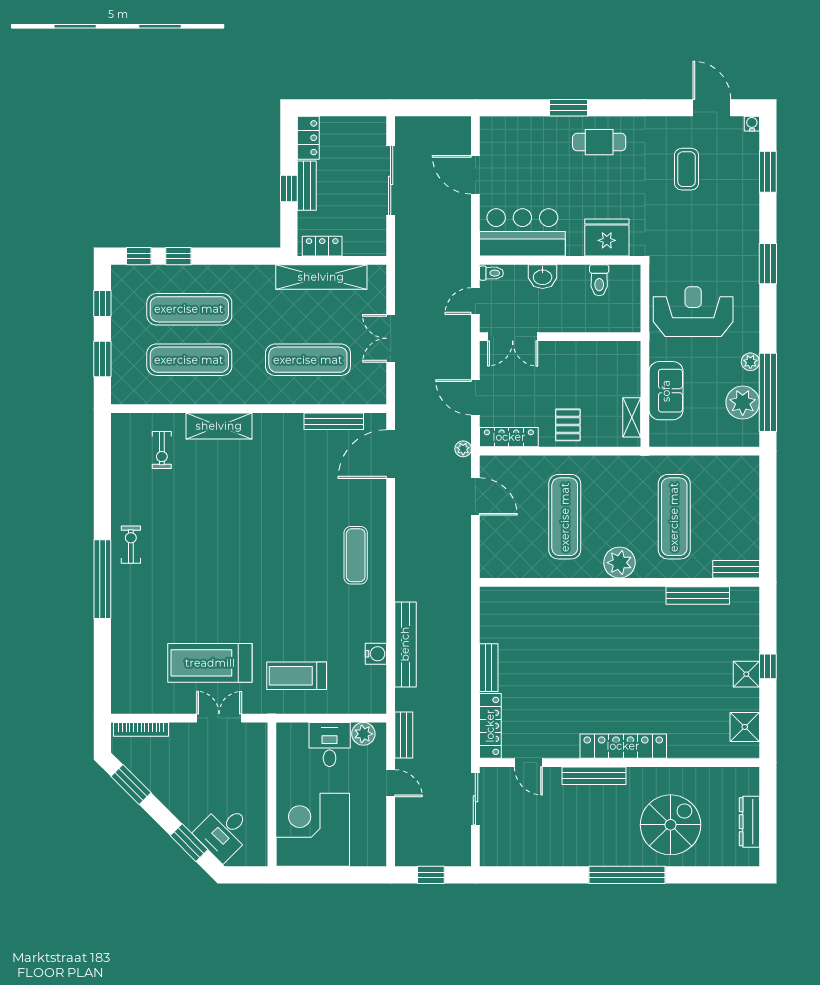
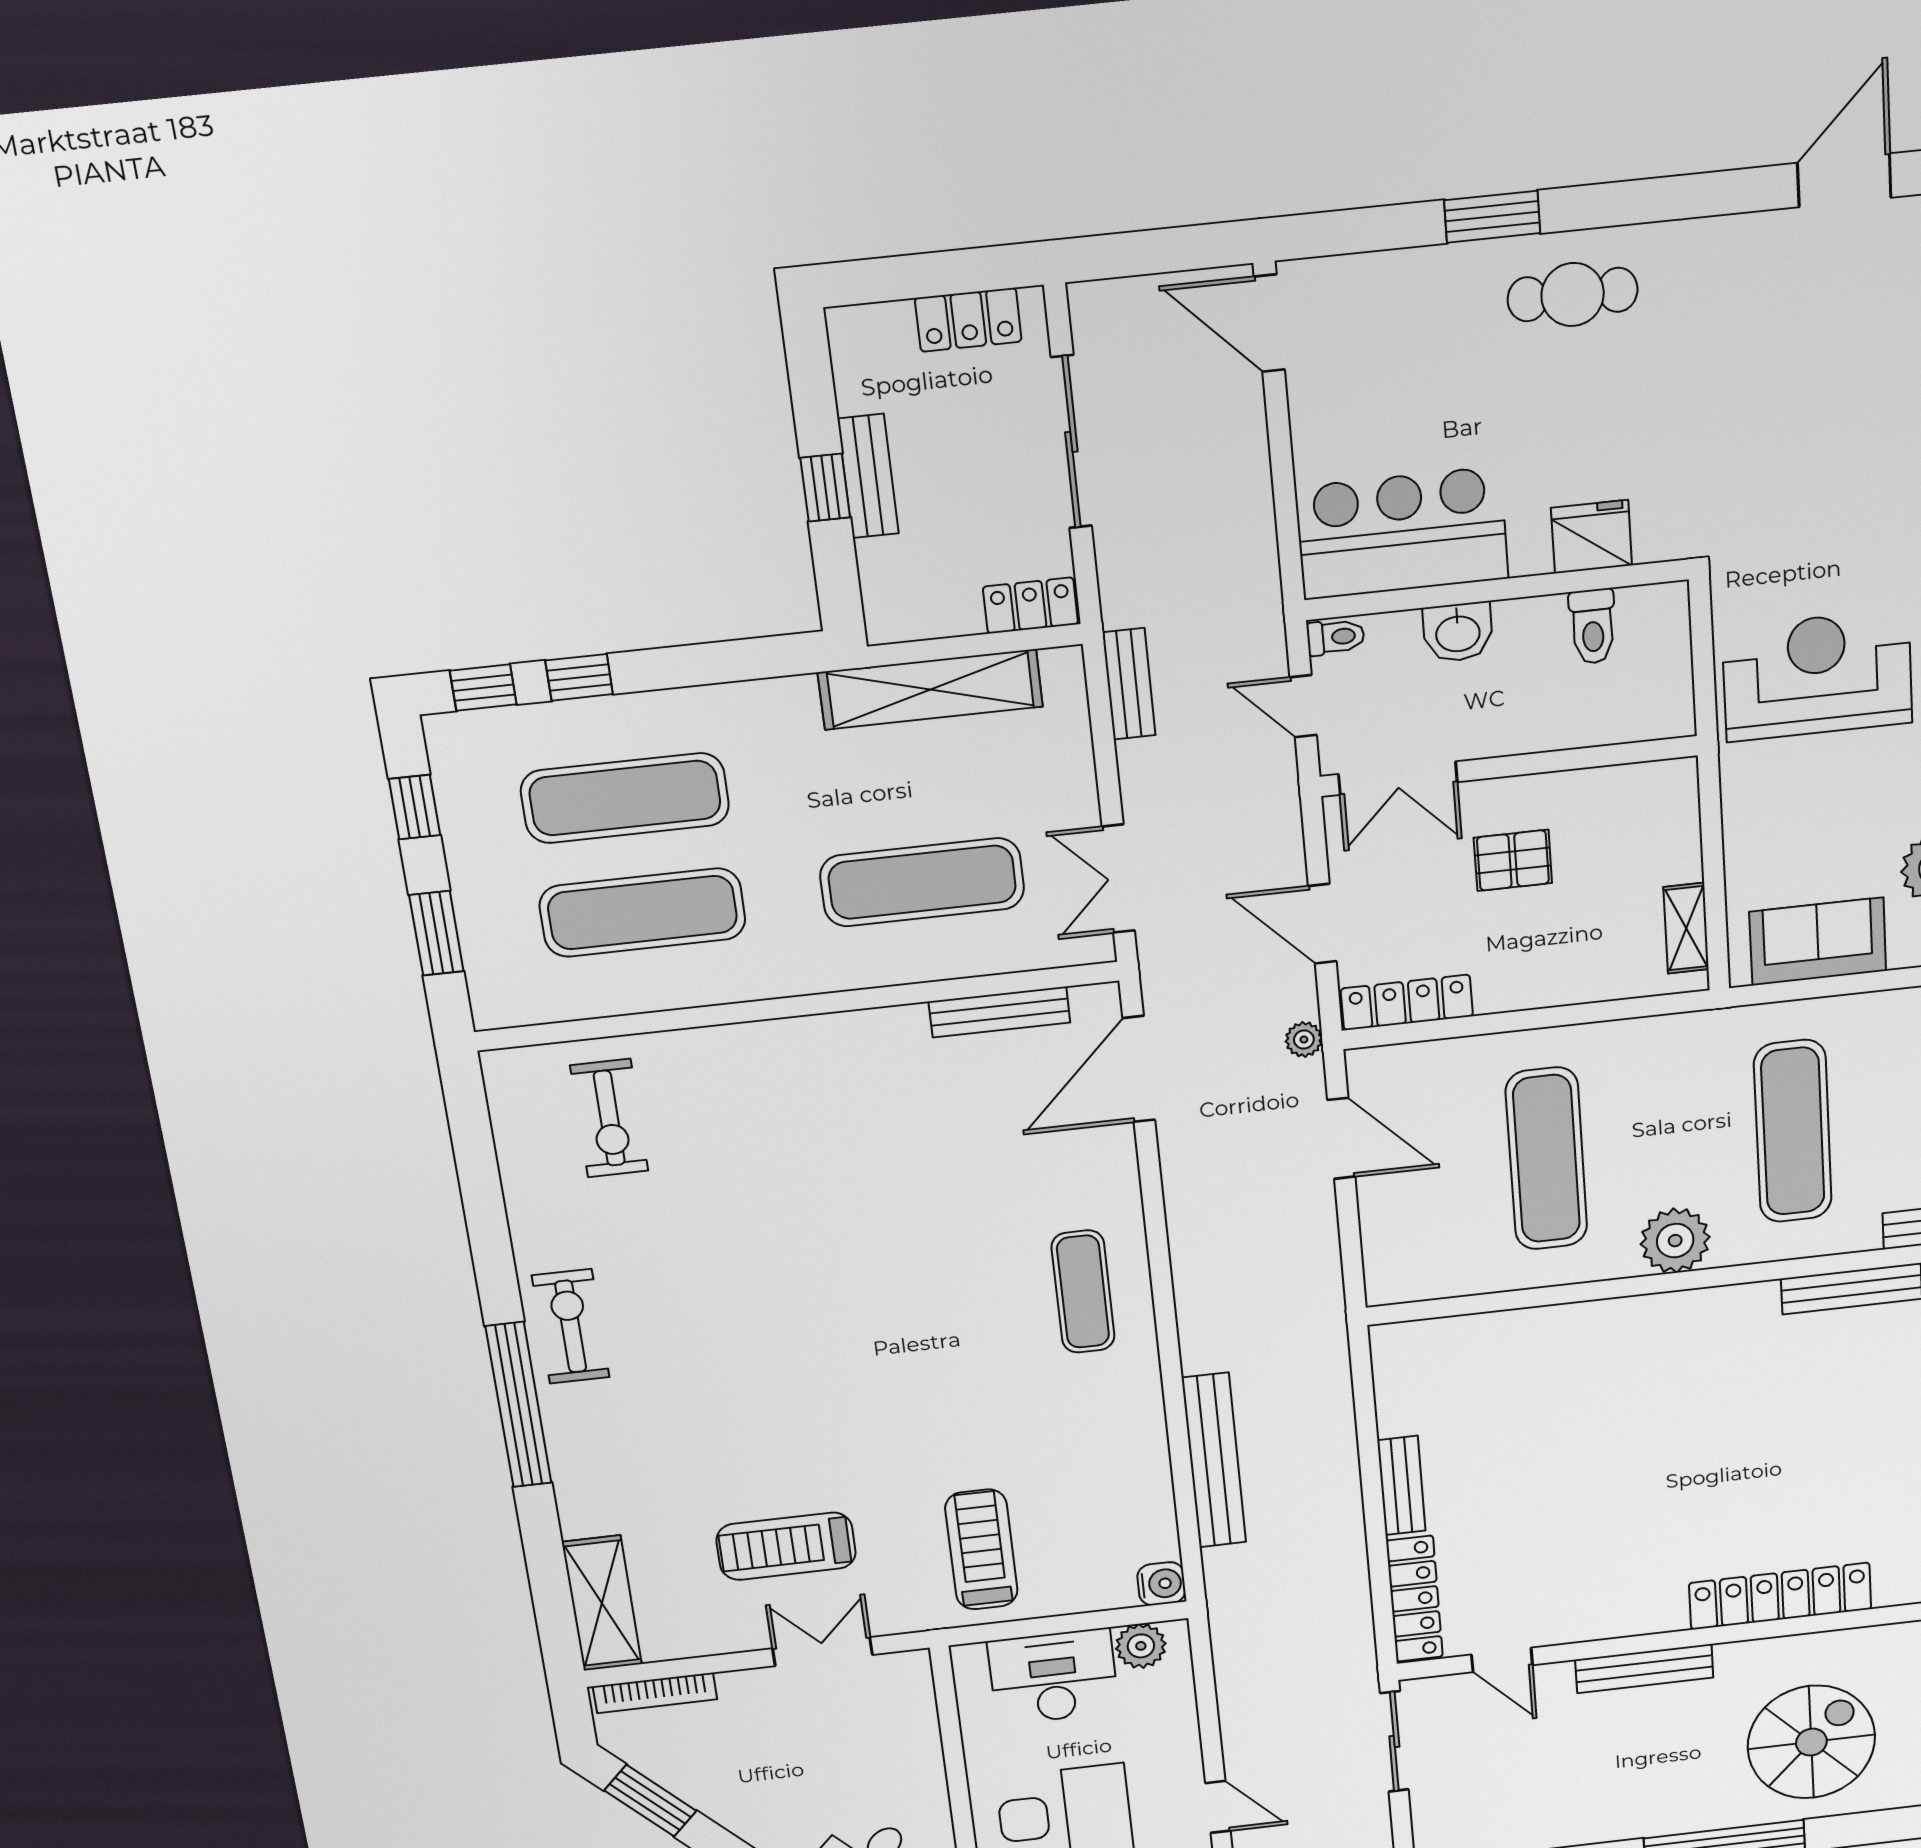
door: (712, 108) -> (1844, 180), hinge flipped
locker: (308, 138) -> (968, 320), moved, turned 90
coffee table: (687, 169) -> (1788, 339), removed
door: (475, 175) -> (1269, 323), moved
fridge: (607, 237) -> (1591, 537), width x0.73, depth x0.75
locker: (322, 246) -> (1031, 605), moved
door: (475, 301) -> (1303, 706), hinge flipped
double door: (391, 338) -> (1118, 879), moved
sofa: (666, 391) -> (1818, 941), moved, turned -90
pallet: (568, 425) -> (1513, 860), moved, turned 90
shelving: (219, 426) -> (602, 1603), moved, turned 90
exercise bike: (162, 450) -> (609, 1118), width x1.38, depth x1.39
exercise bike: (131, 545) -> (571, 1326), width x1.38, depth x1.39
water cooler: (376, 654) -> (1161, 1584), moved
treadmill: (210, 663) -> (786, 1546), width x0.73, depth x0.73
treadmill: (297, 676) -> (981, 1550), turned 90
bench: (404, 735) -> (1129, 684), moved
desk: (330, 744) -> (1053, 1677), width x1.37
locker: (623, 746) -> (1780, 1596), moved
door: (391, 783) -> (1218, 1807), moved

